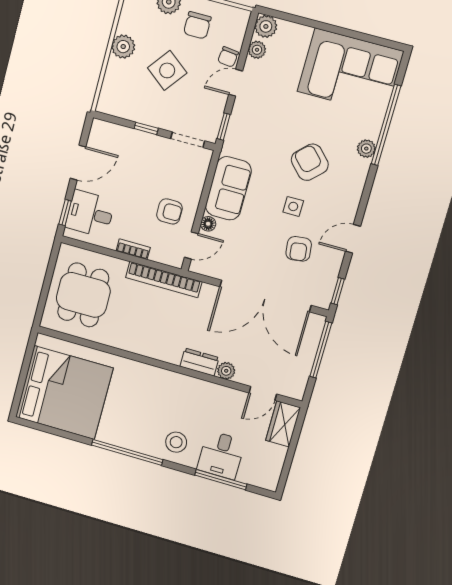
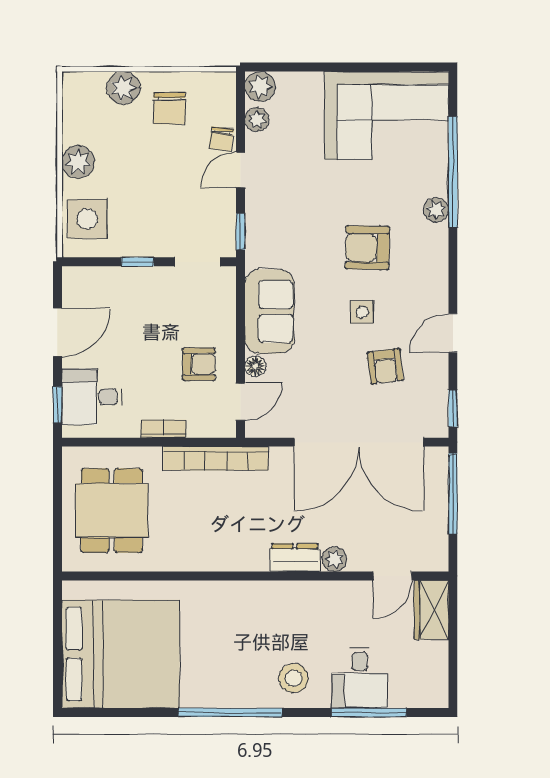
side table: (167, 70) -> (87, 219), moved, turned -38
armchair: (310, 162) -> (367, 248), turned -45

